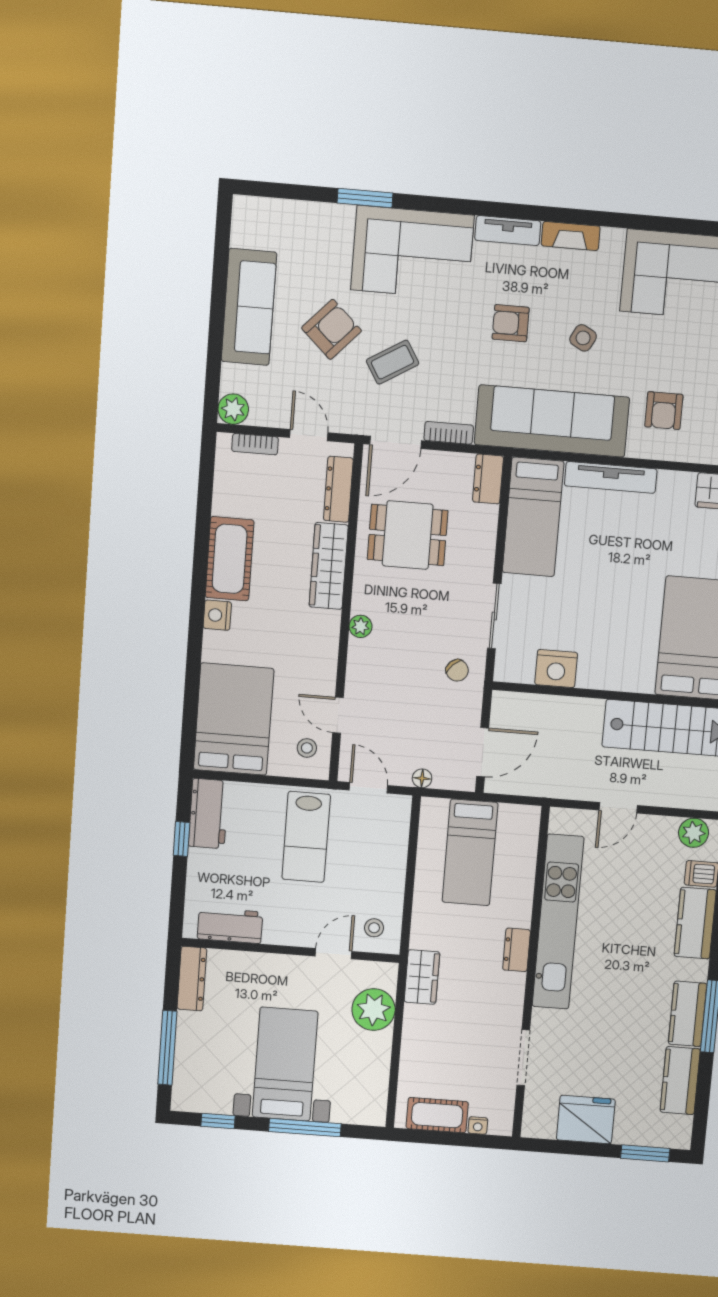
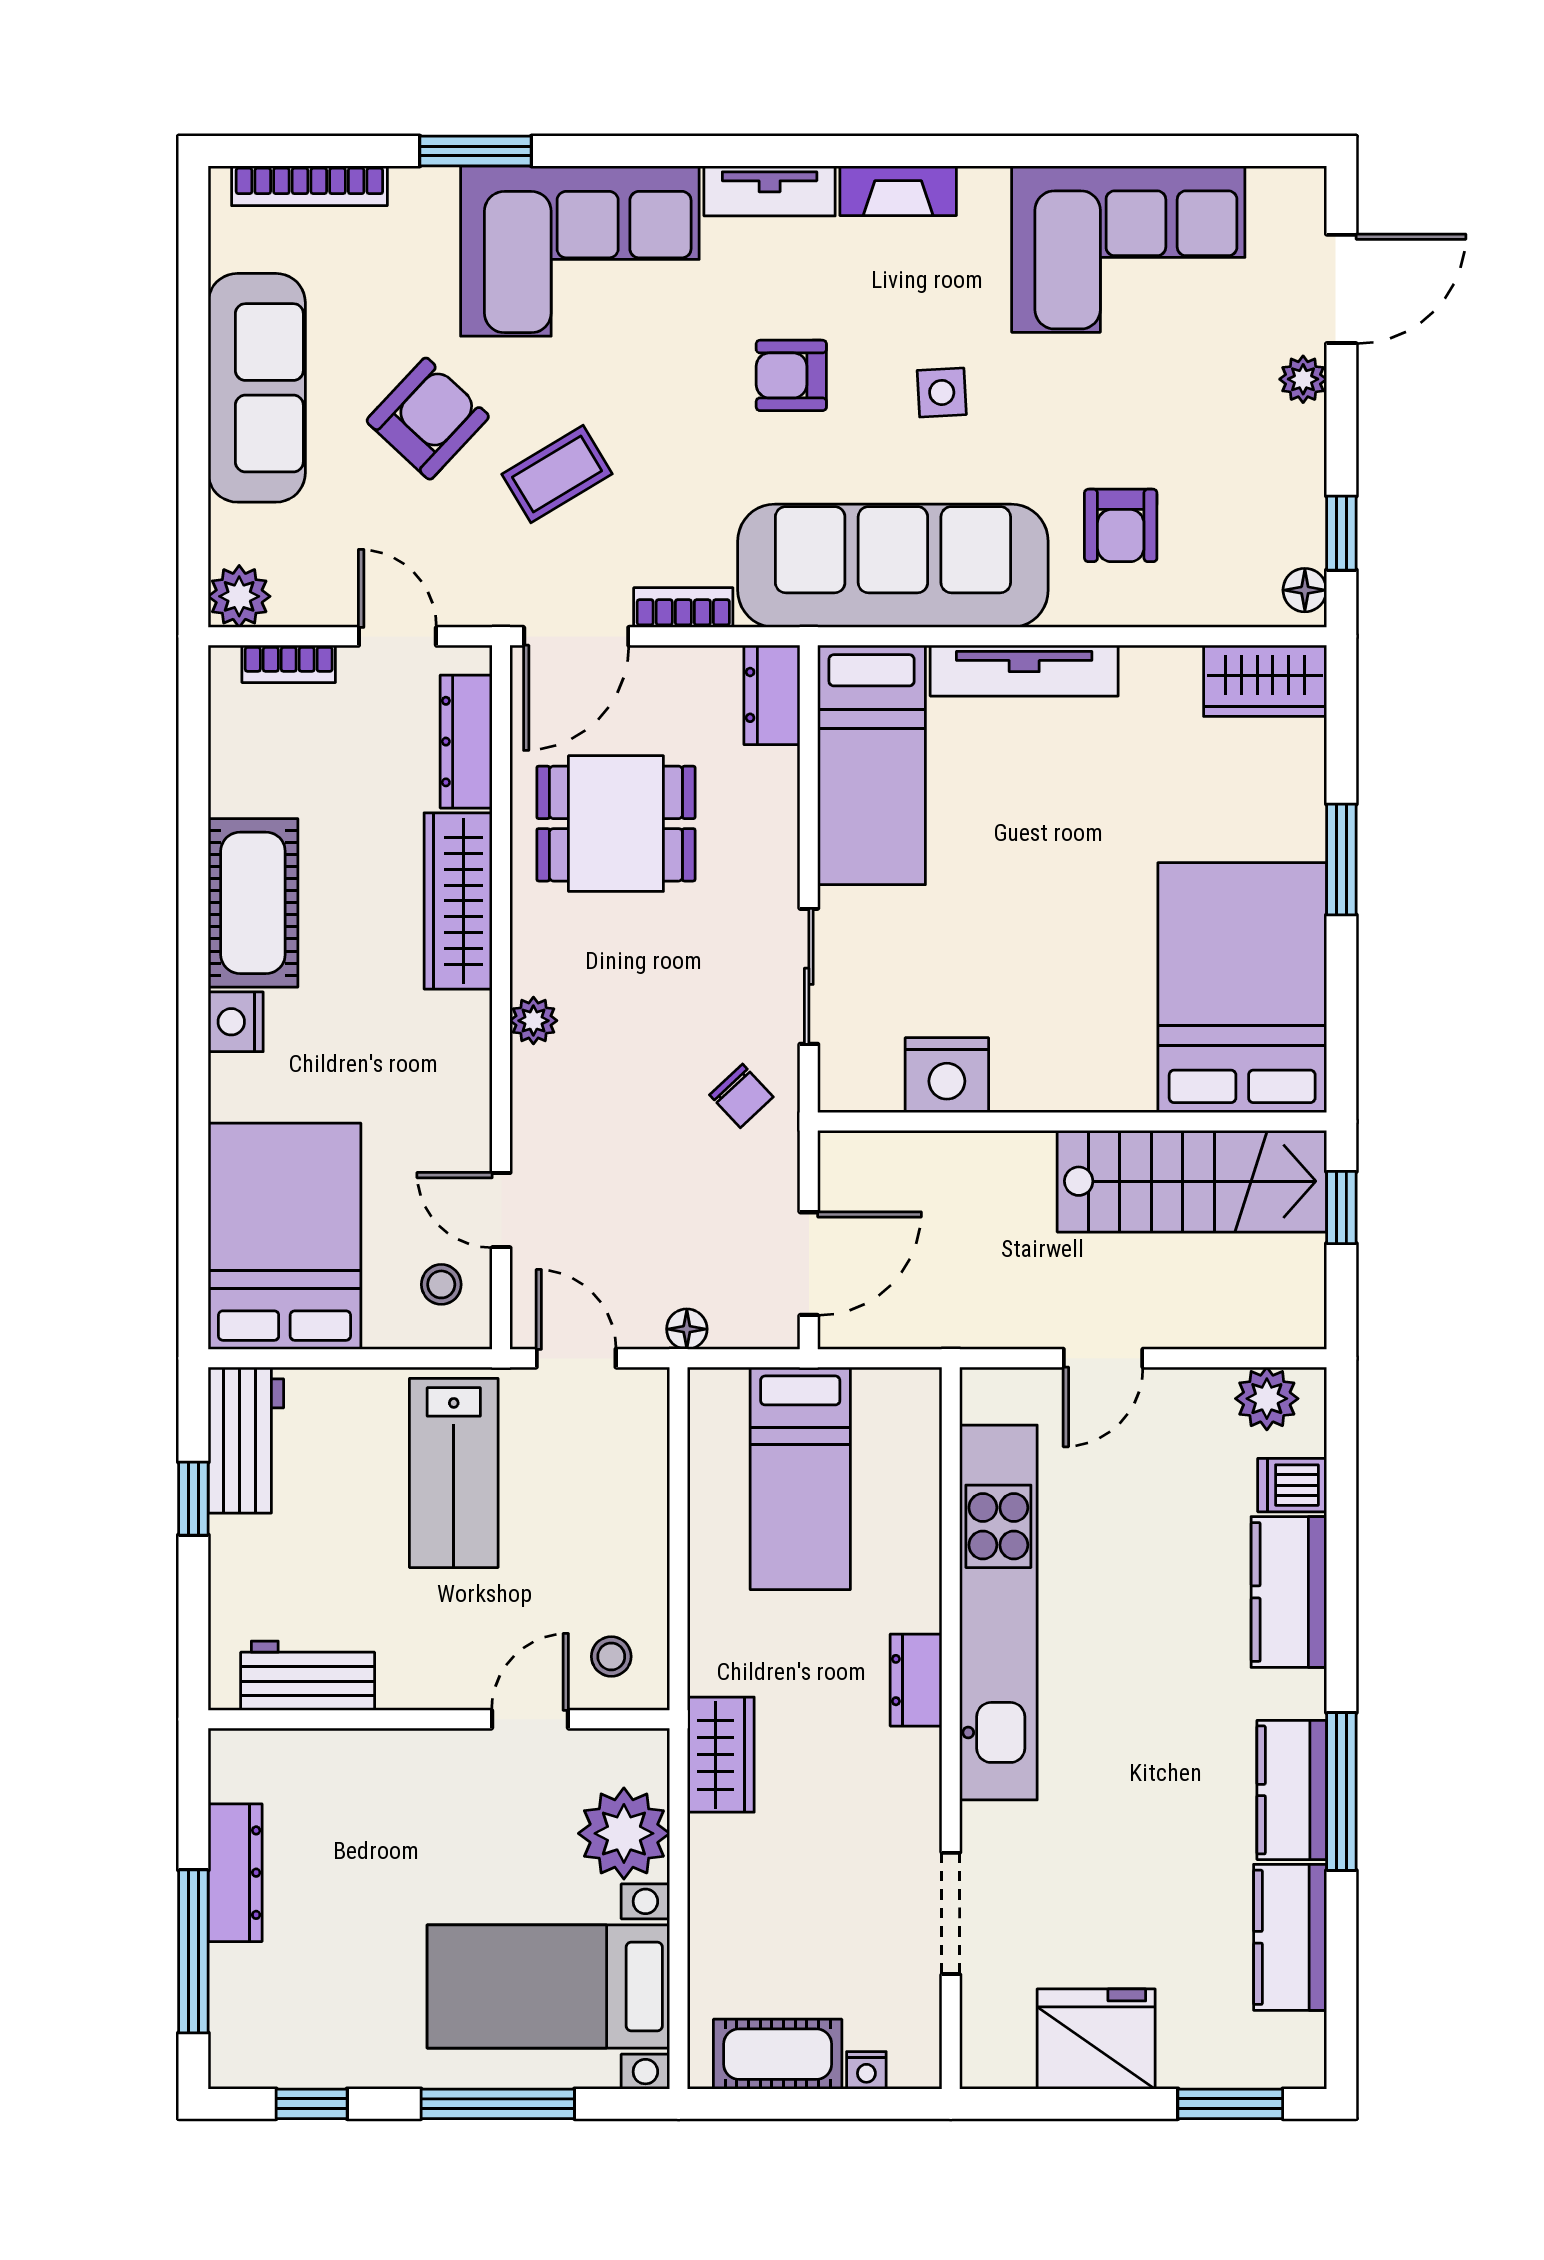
bookcase: (282, 208) -> (309, 186), added
side table: (583, 338) -> (942, 392), turned -31
dresser: (192, 979) -> (235, 1873), moved
bed with nightstands: (285, 1064) -> (548, 1986), moved, turned -90

